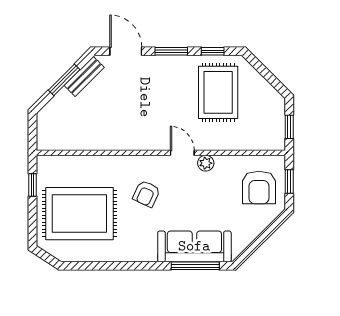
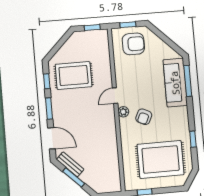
door: (126, 51) -> (51, 138), swing flipped
plant: (206, 163) -> (123, 112), moved
armchair: (146, 194) -> (144, 117), turned 90
rug: (79, 214) -> (161, 159), turned 90
window: (106, 266) -> (193, 139), added

